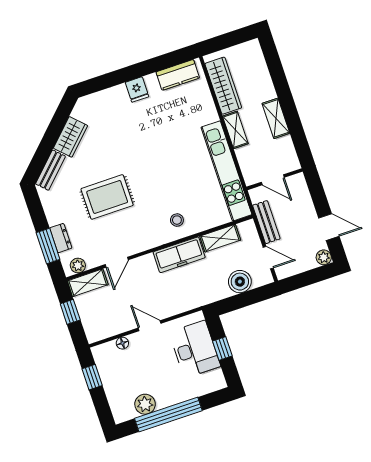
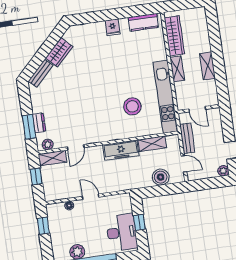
rug: (107, 197) -> (77, 100), removed
stool: (177, 220) -> (132, 106), moved, width x1.89, depth x1.89
desk: (195, 349) -> (122, 232), moved

